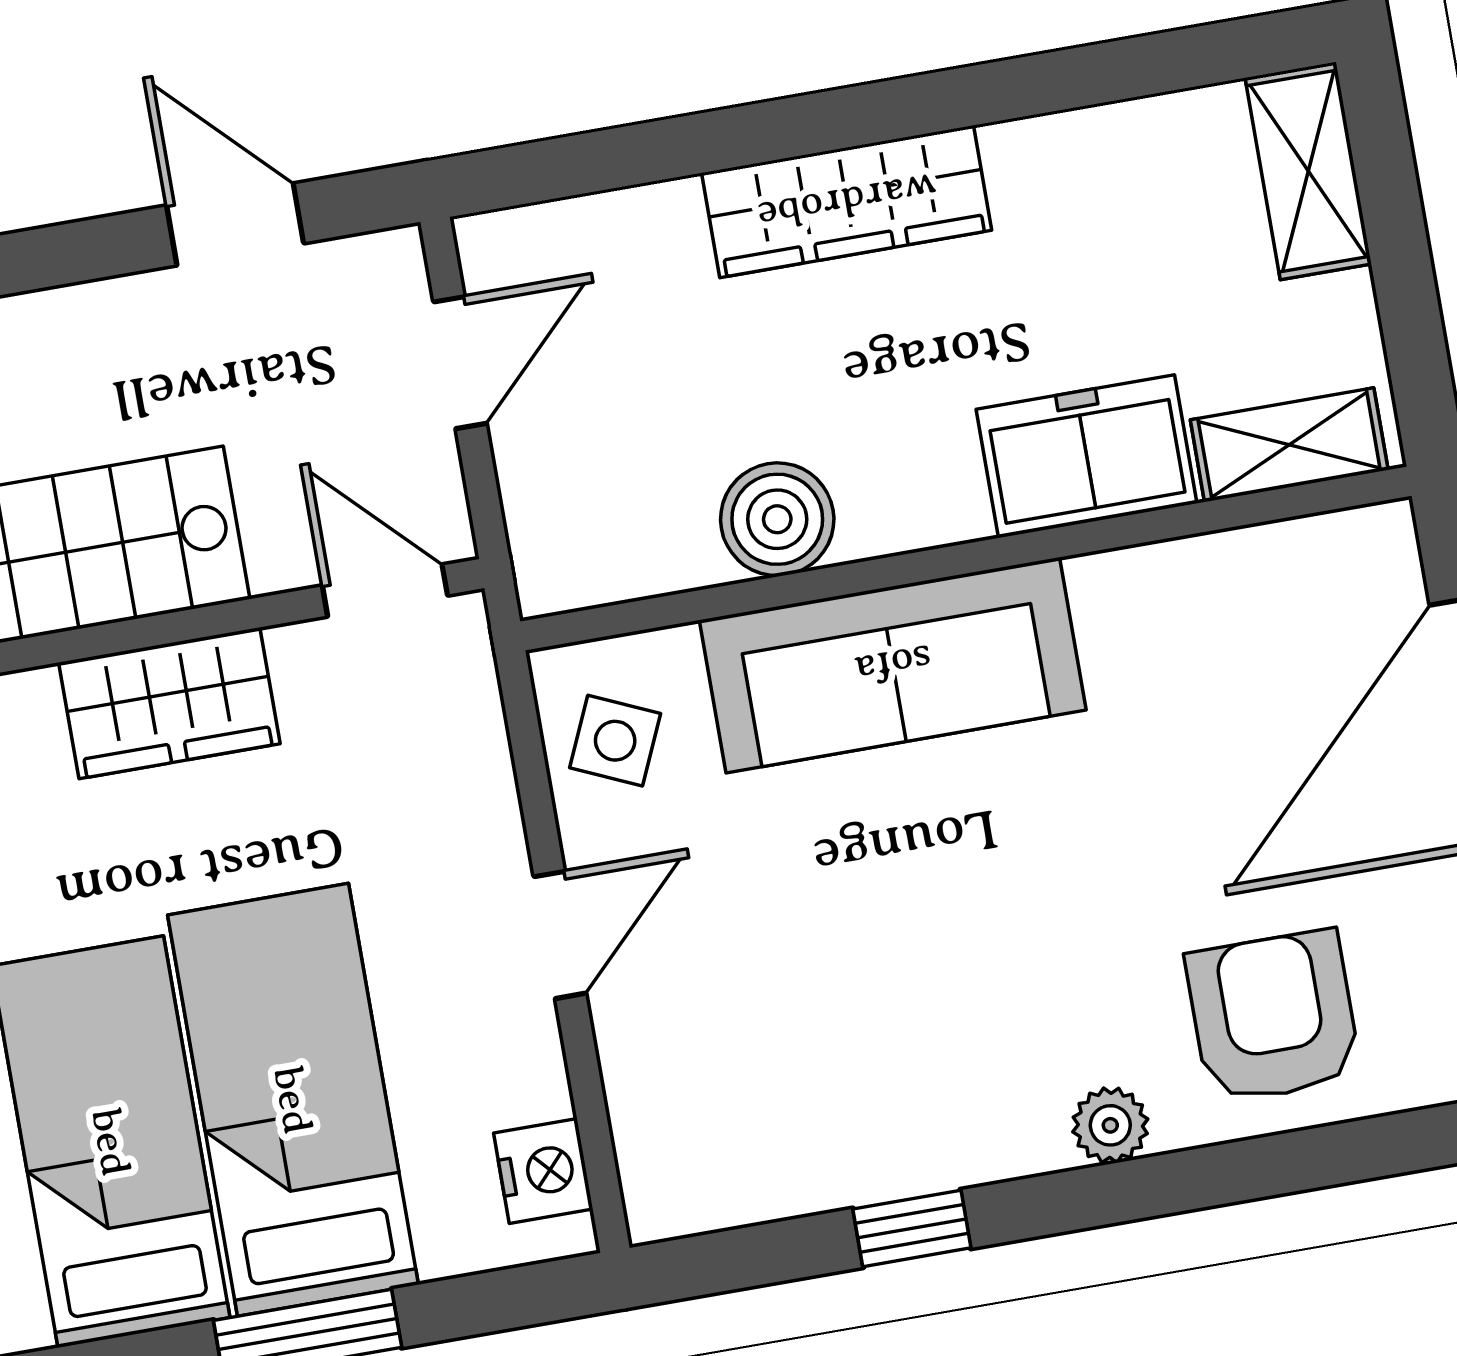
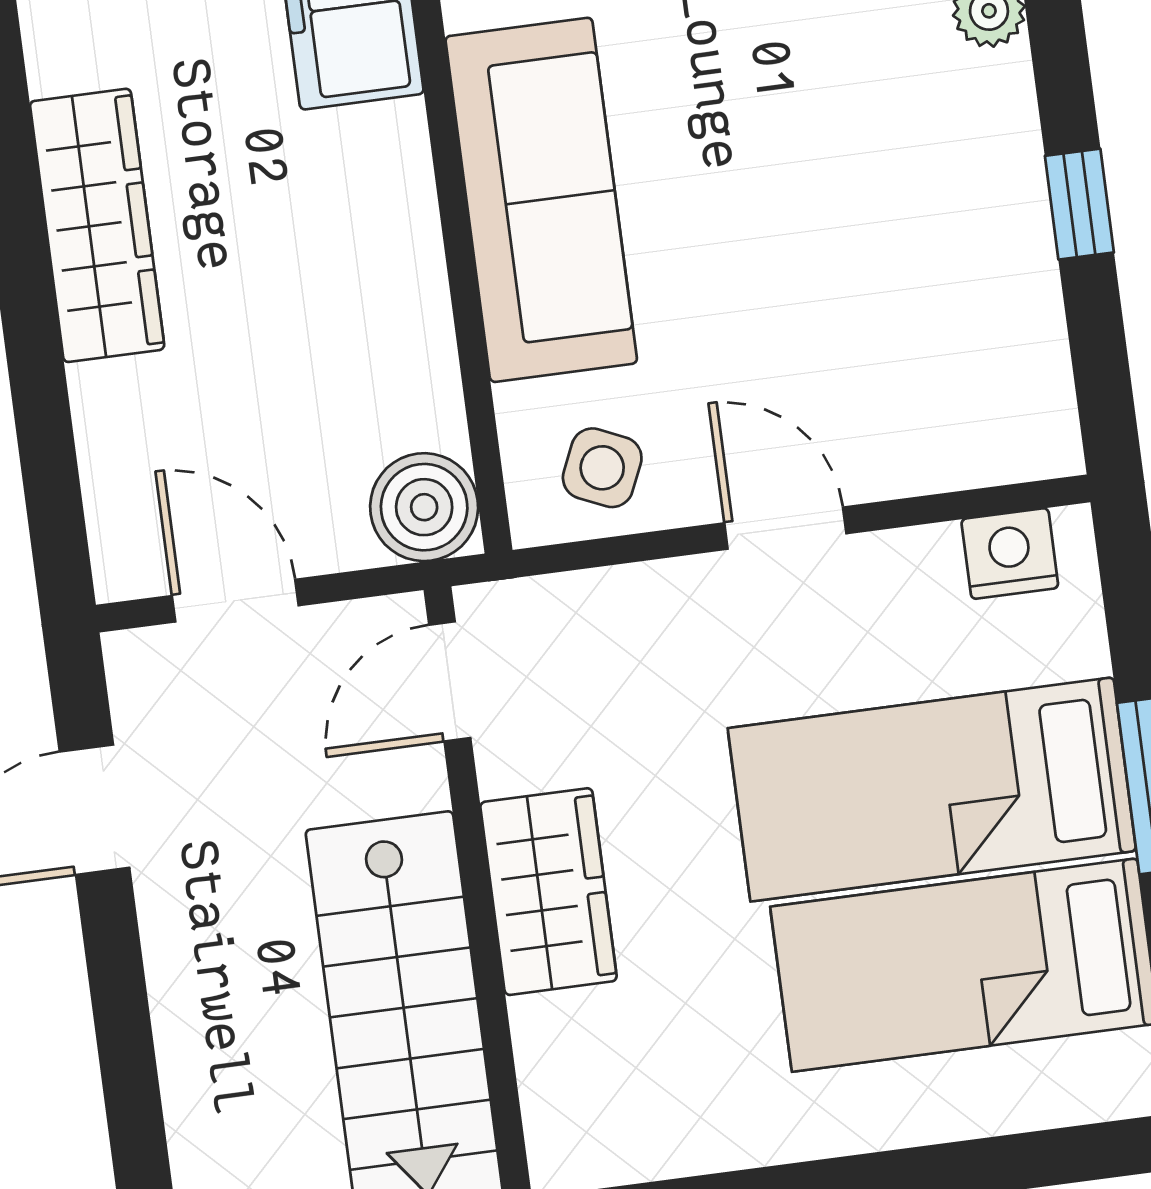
boiler: (777, 519) -> (424, 507), moved

